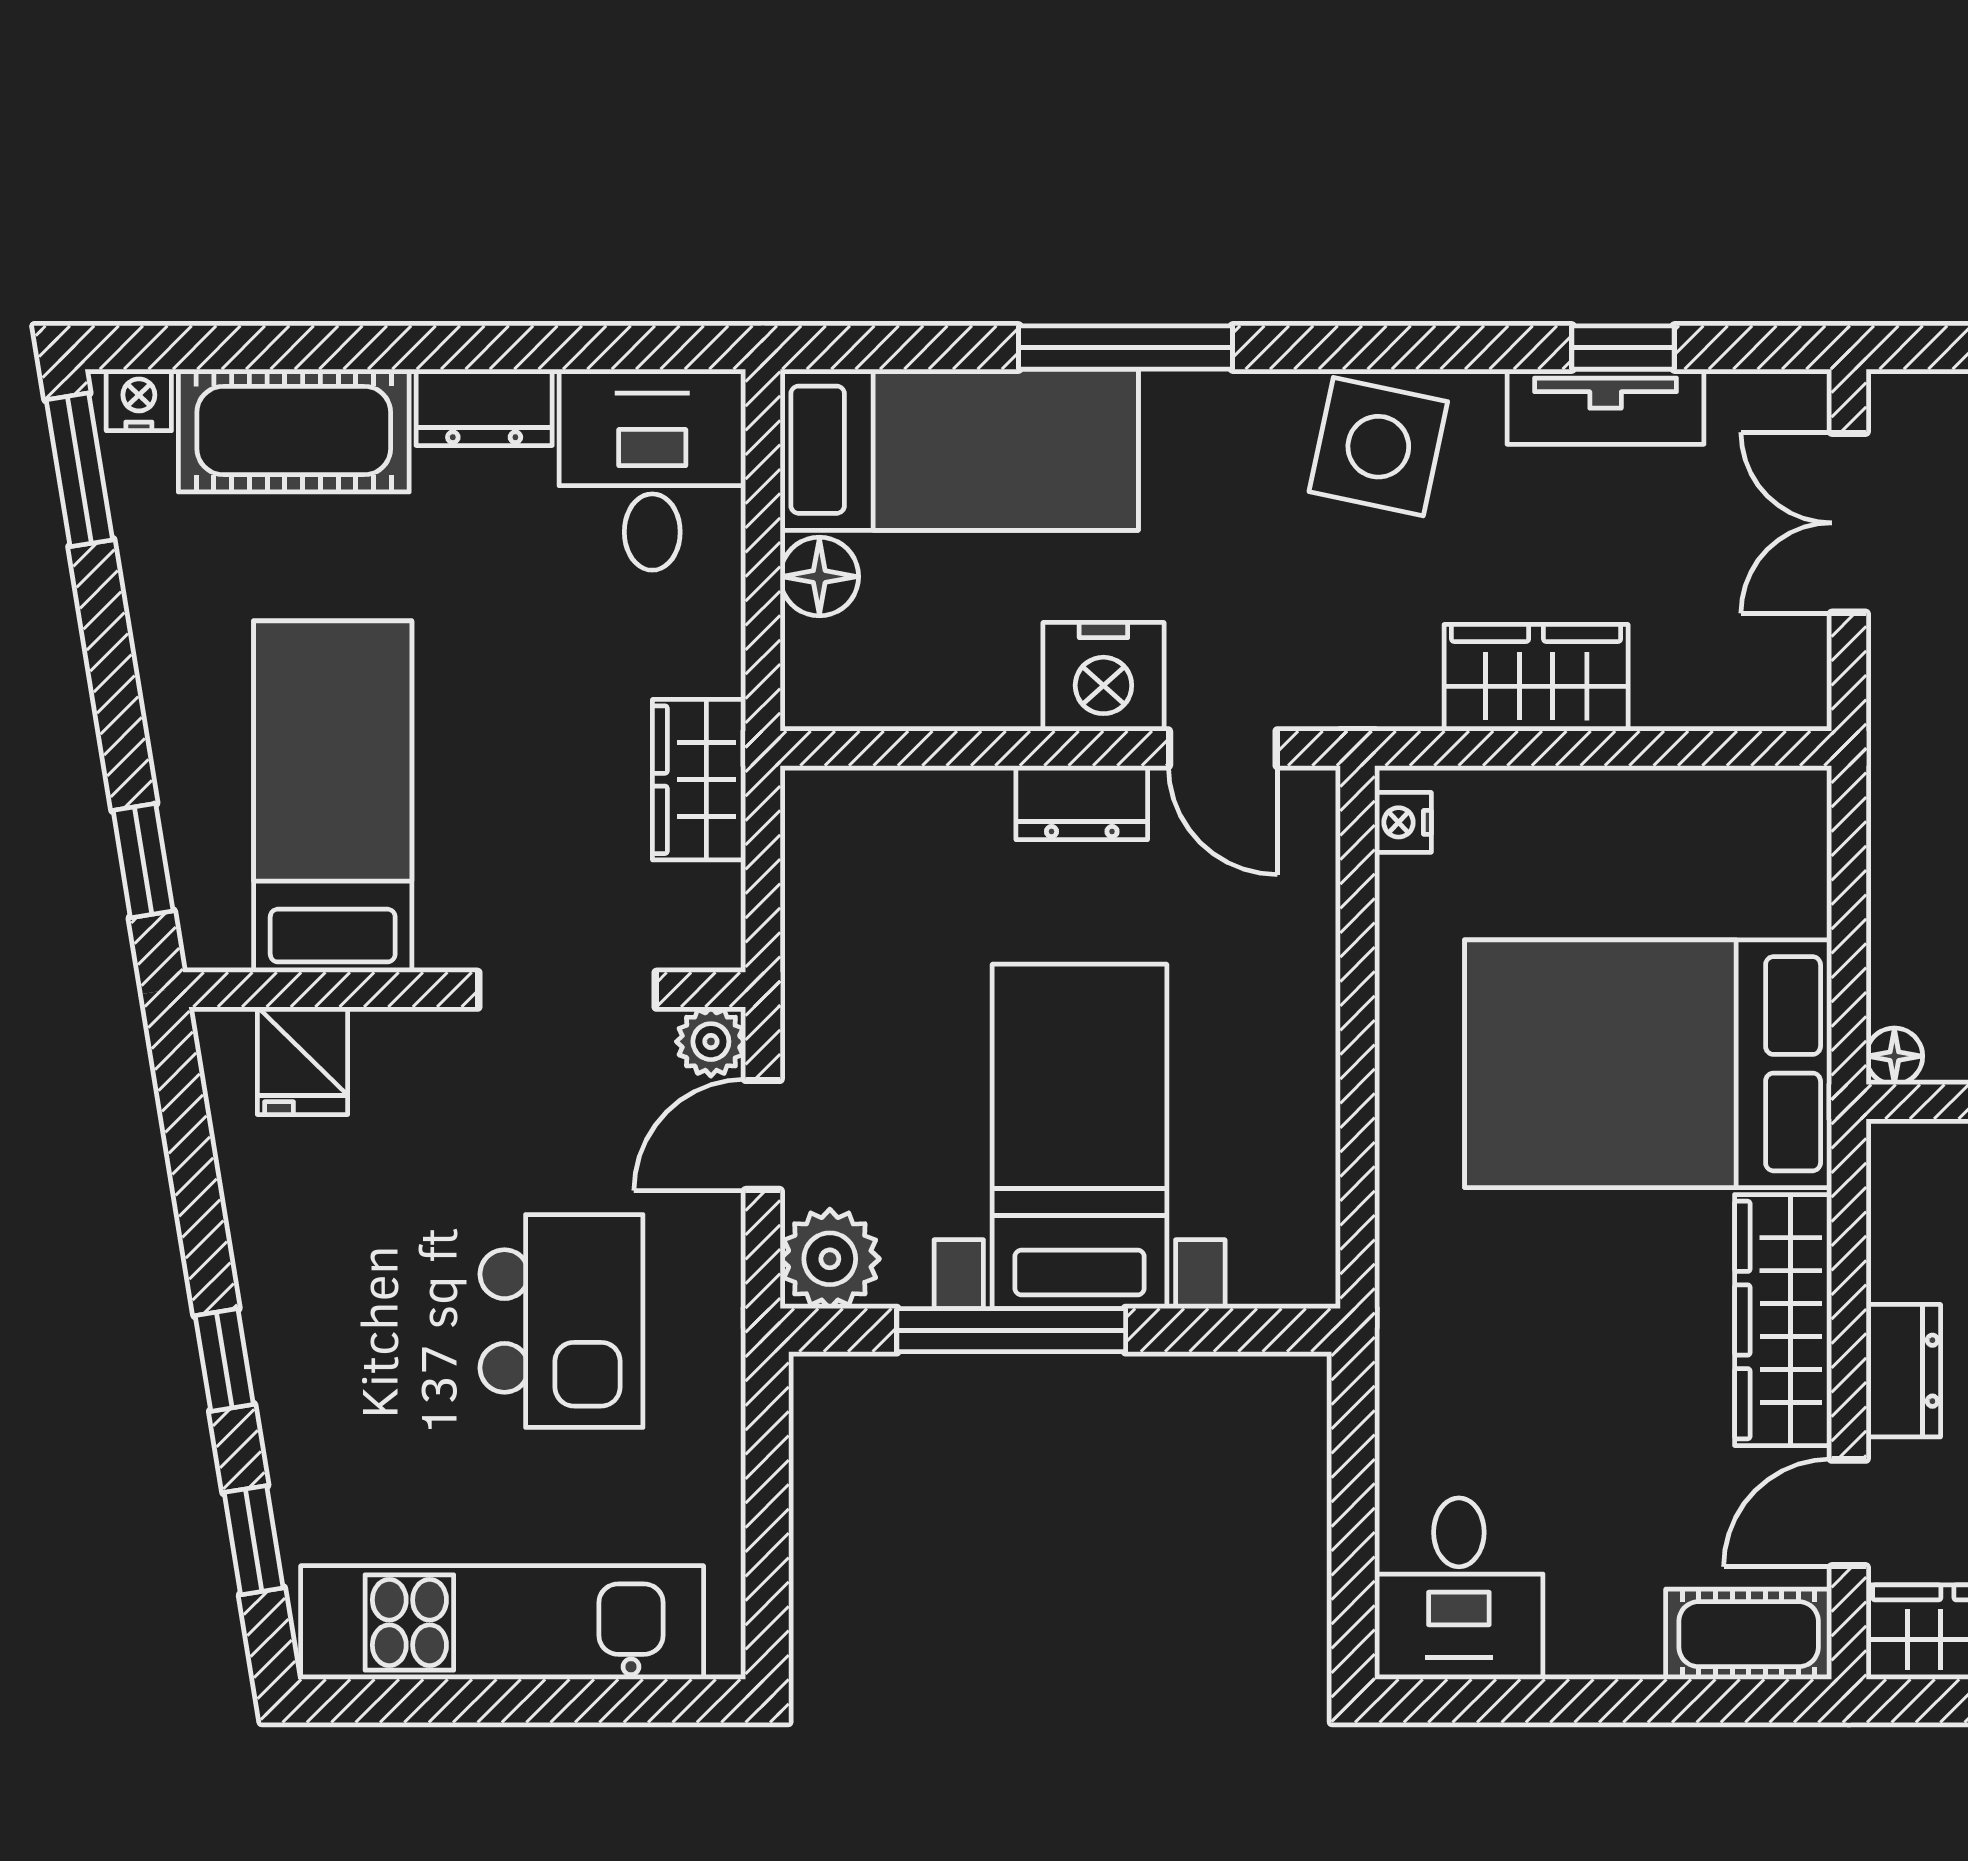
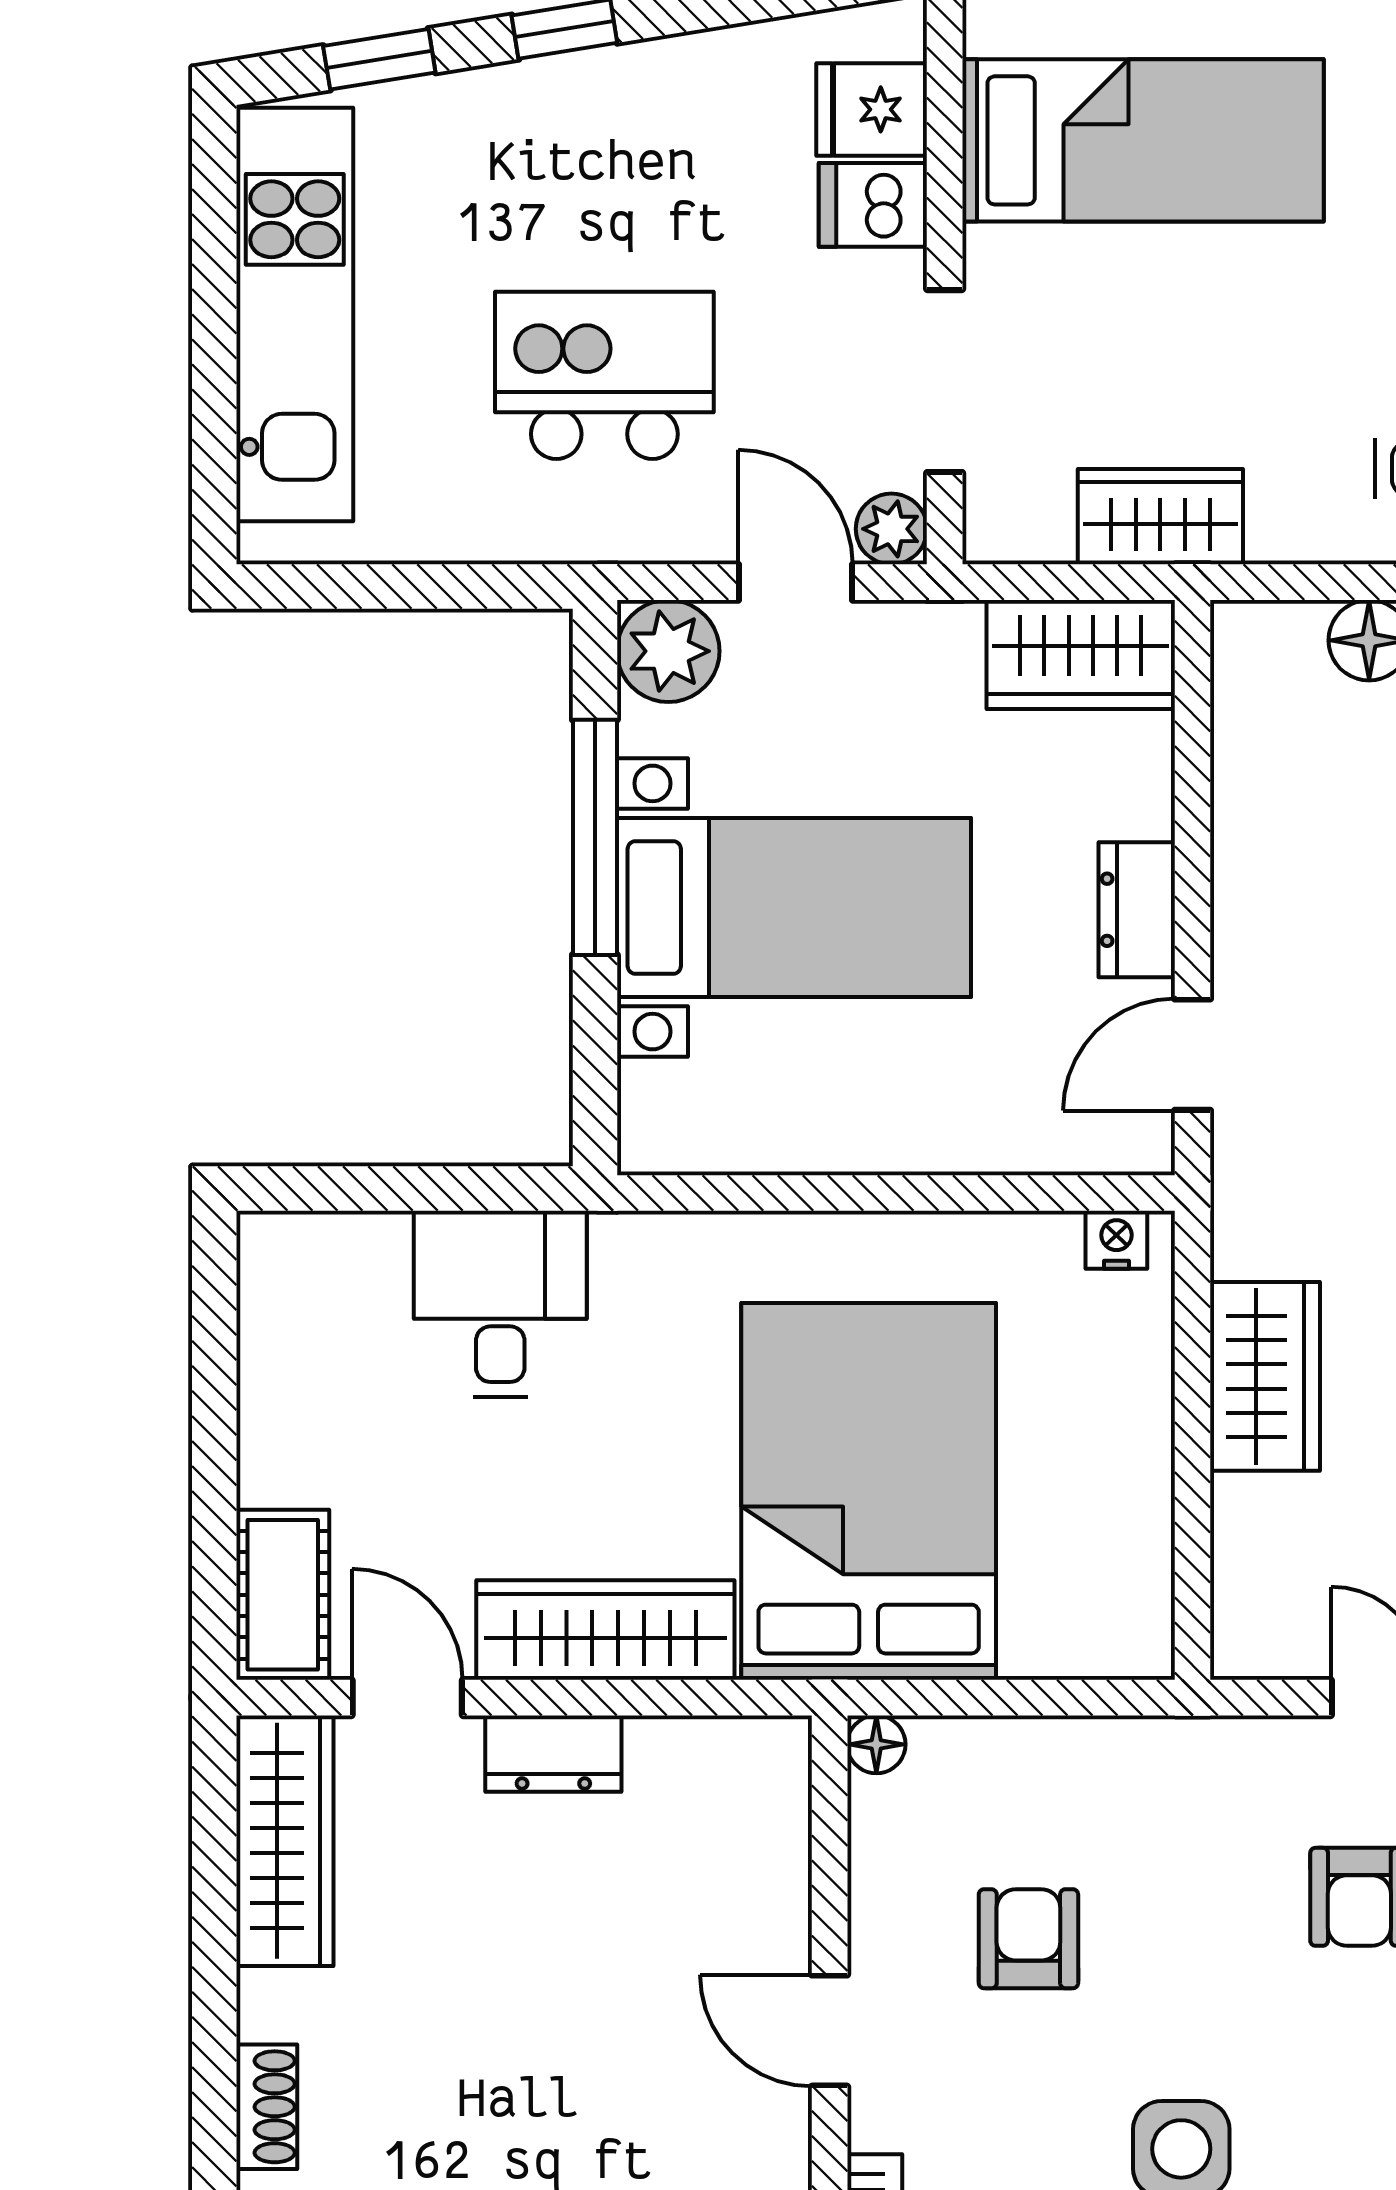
nightstand: (1103, 677) -> (1266, 932), removed
wardrobe: (833, 857) -> (1081, 654), added
dishwasher: (395, 1060) -> (873, 205), added
kitchen island: (561, 1321) -> (604, 375), turned 180
desk: (1459, 1589) -> (500, 1304), moved, turned 90

